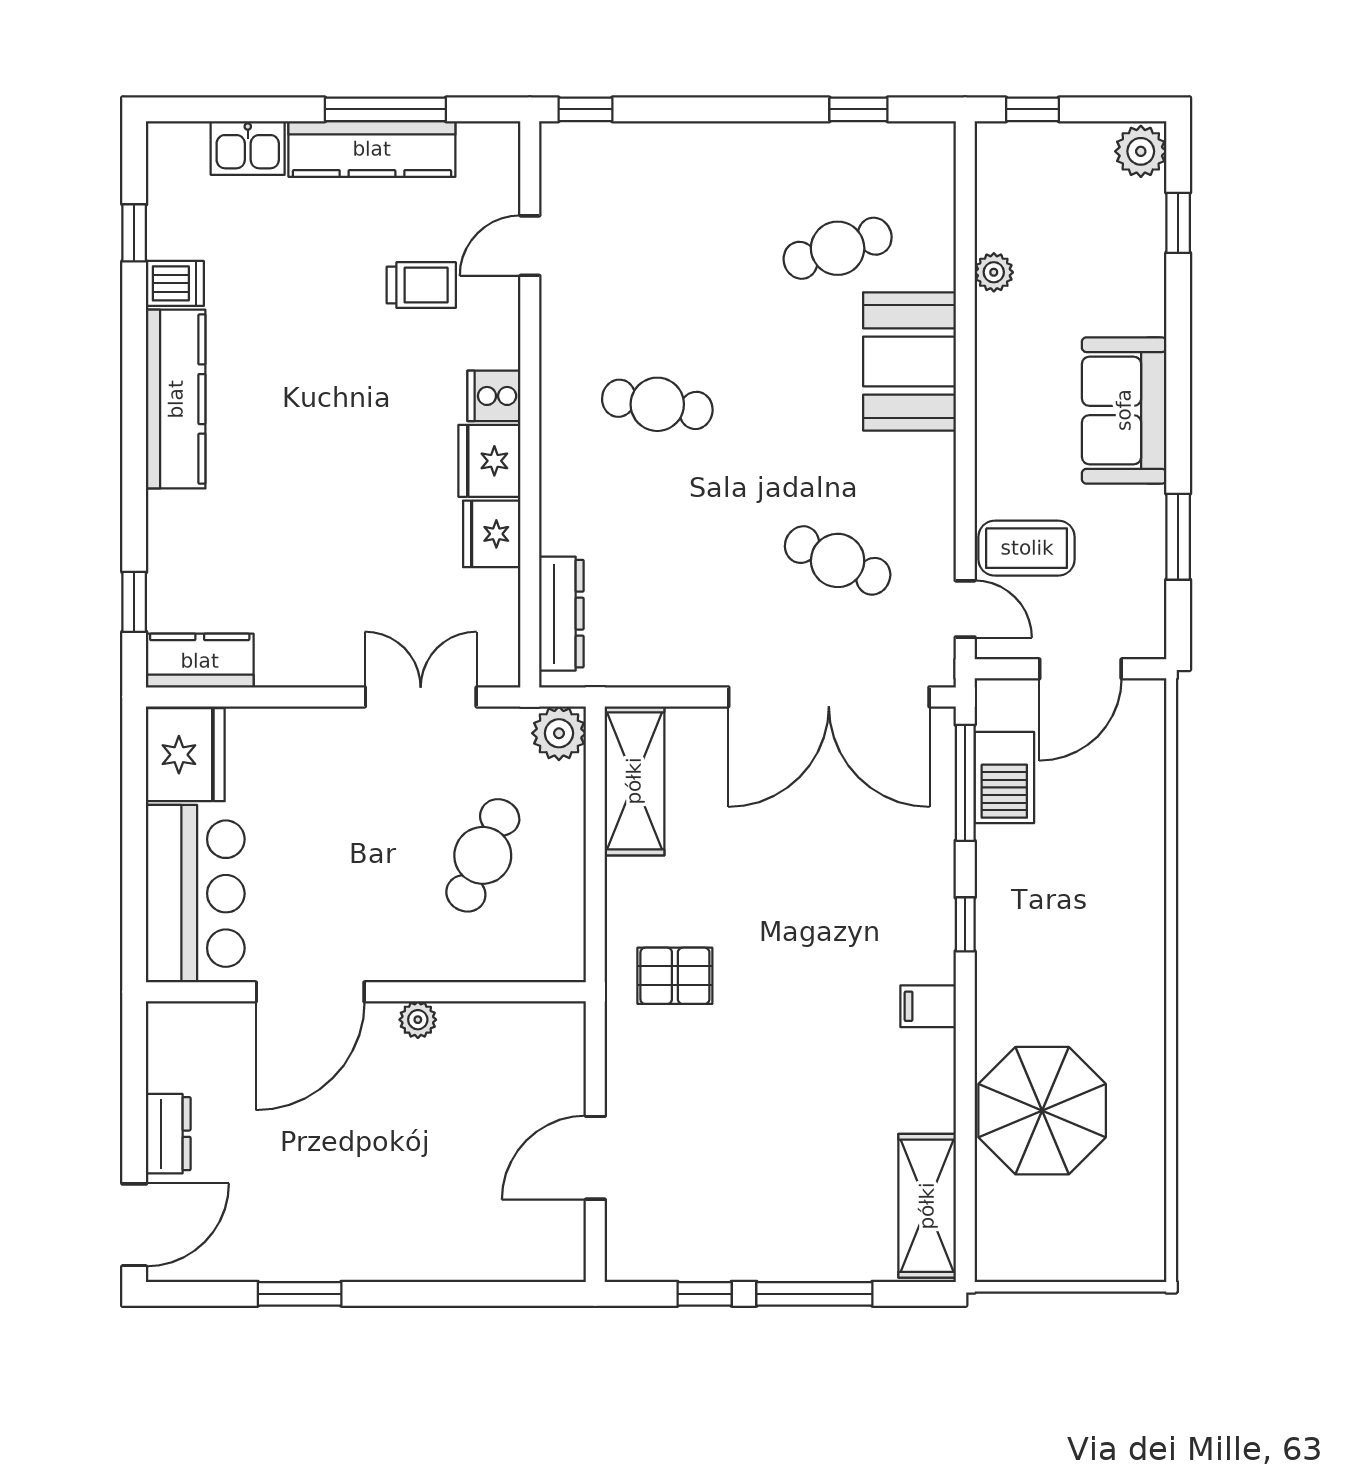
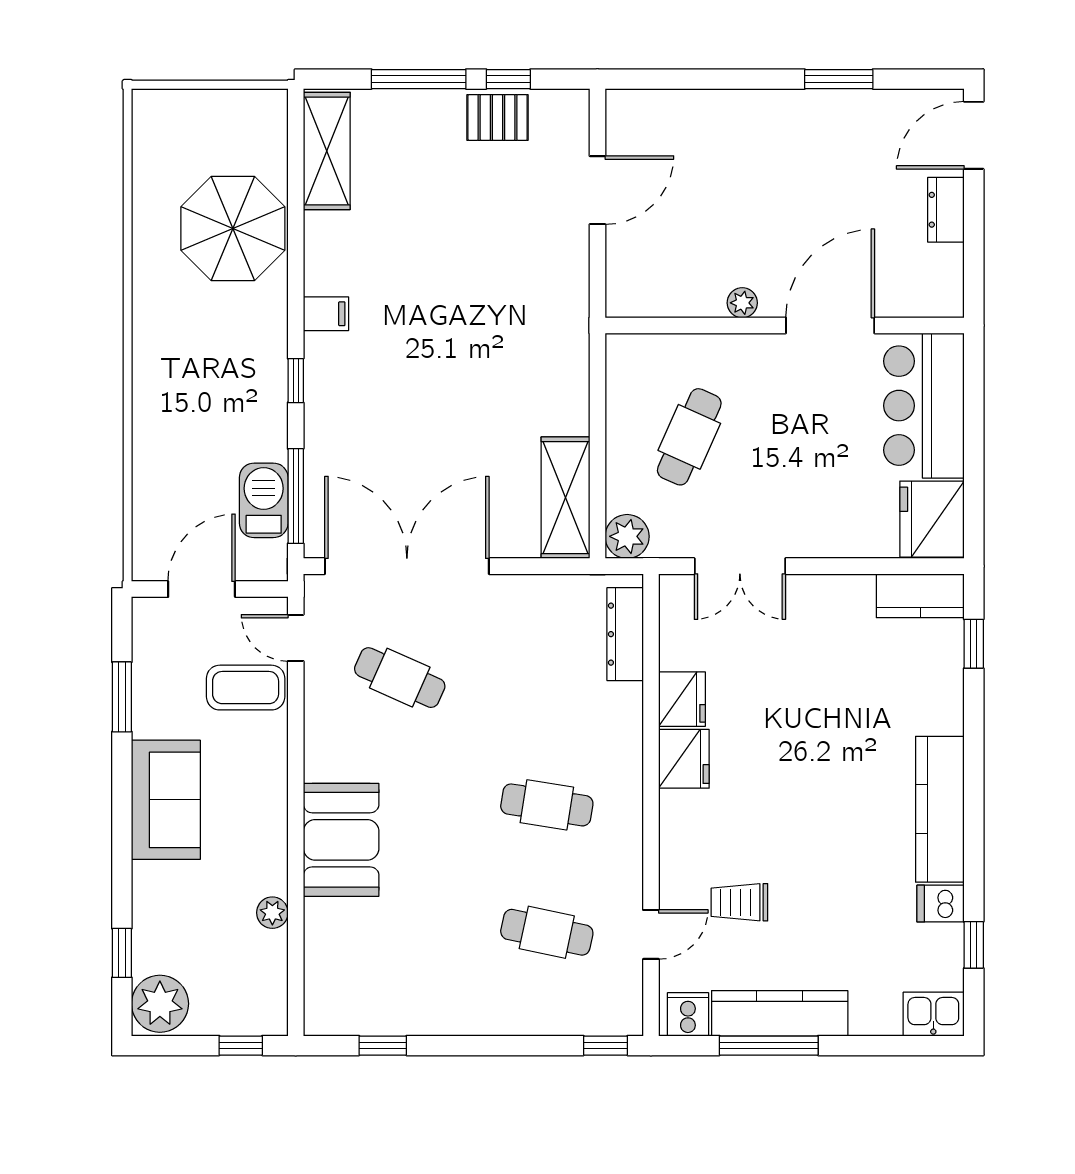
kitchen sink: (248, 148) -> (933, 1014), moved
plant: (1141, 151) -> (160, 1004), width x1.36, depth x1.36
cafe table: (838, 248) -> (547, 932), moved, turned 30
cooker: (494, 396) -> (688, 1014), moved, turned -90
pallet: (675, 976) -> (498, 117), moved

